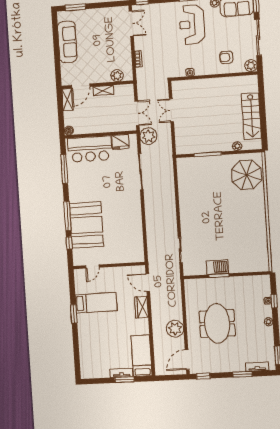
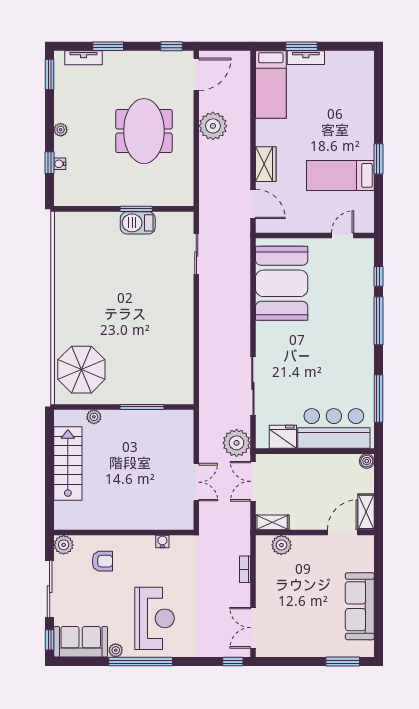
shelving: (103, 91) -> (272, 522), moved
booth: (86, 225) -> (282, 283), moved

